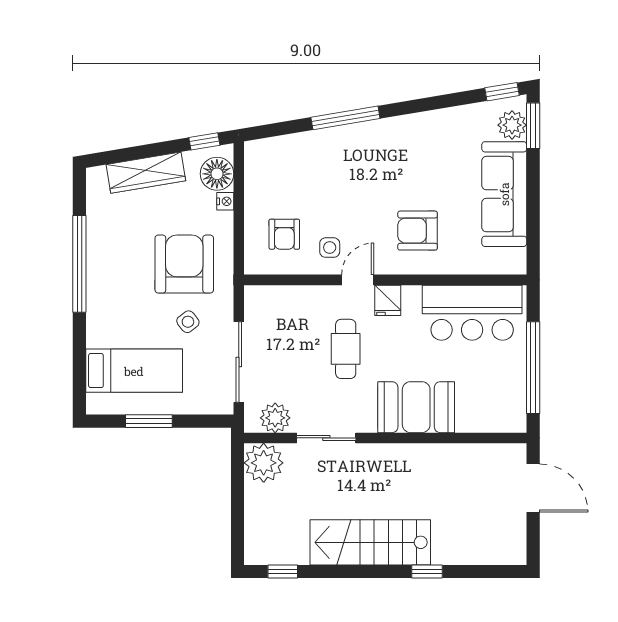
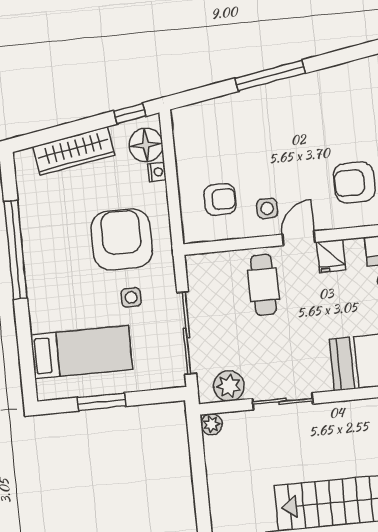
armchair: (284, 234) -> (220, 199), turned -90
side table: (188, 322) -> (131, 297), turned 38
cafe table: (346, 349) -> (263, 285), moved
plant: (264, 463) -> (211, 424), width x0.53, depth x0.53

